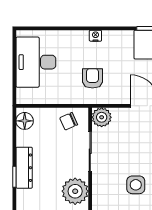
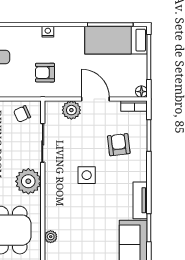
armchair: (92, 78) -> (45, 73), turned -90
plant: (102, 117) -> (71, 110), moved

